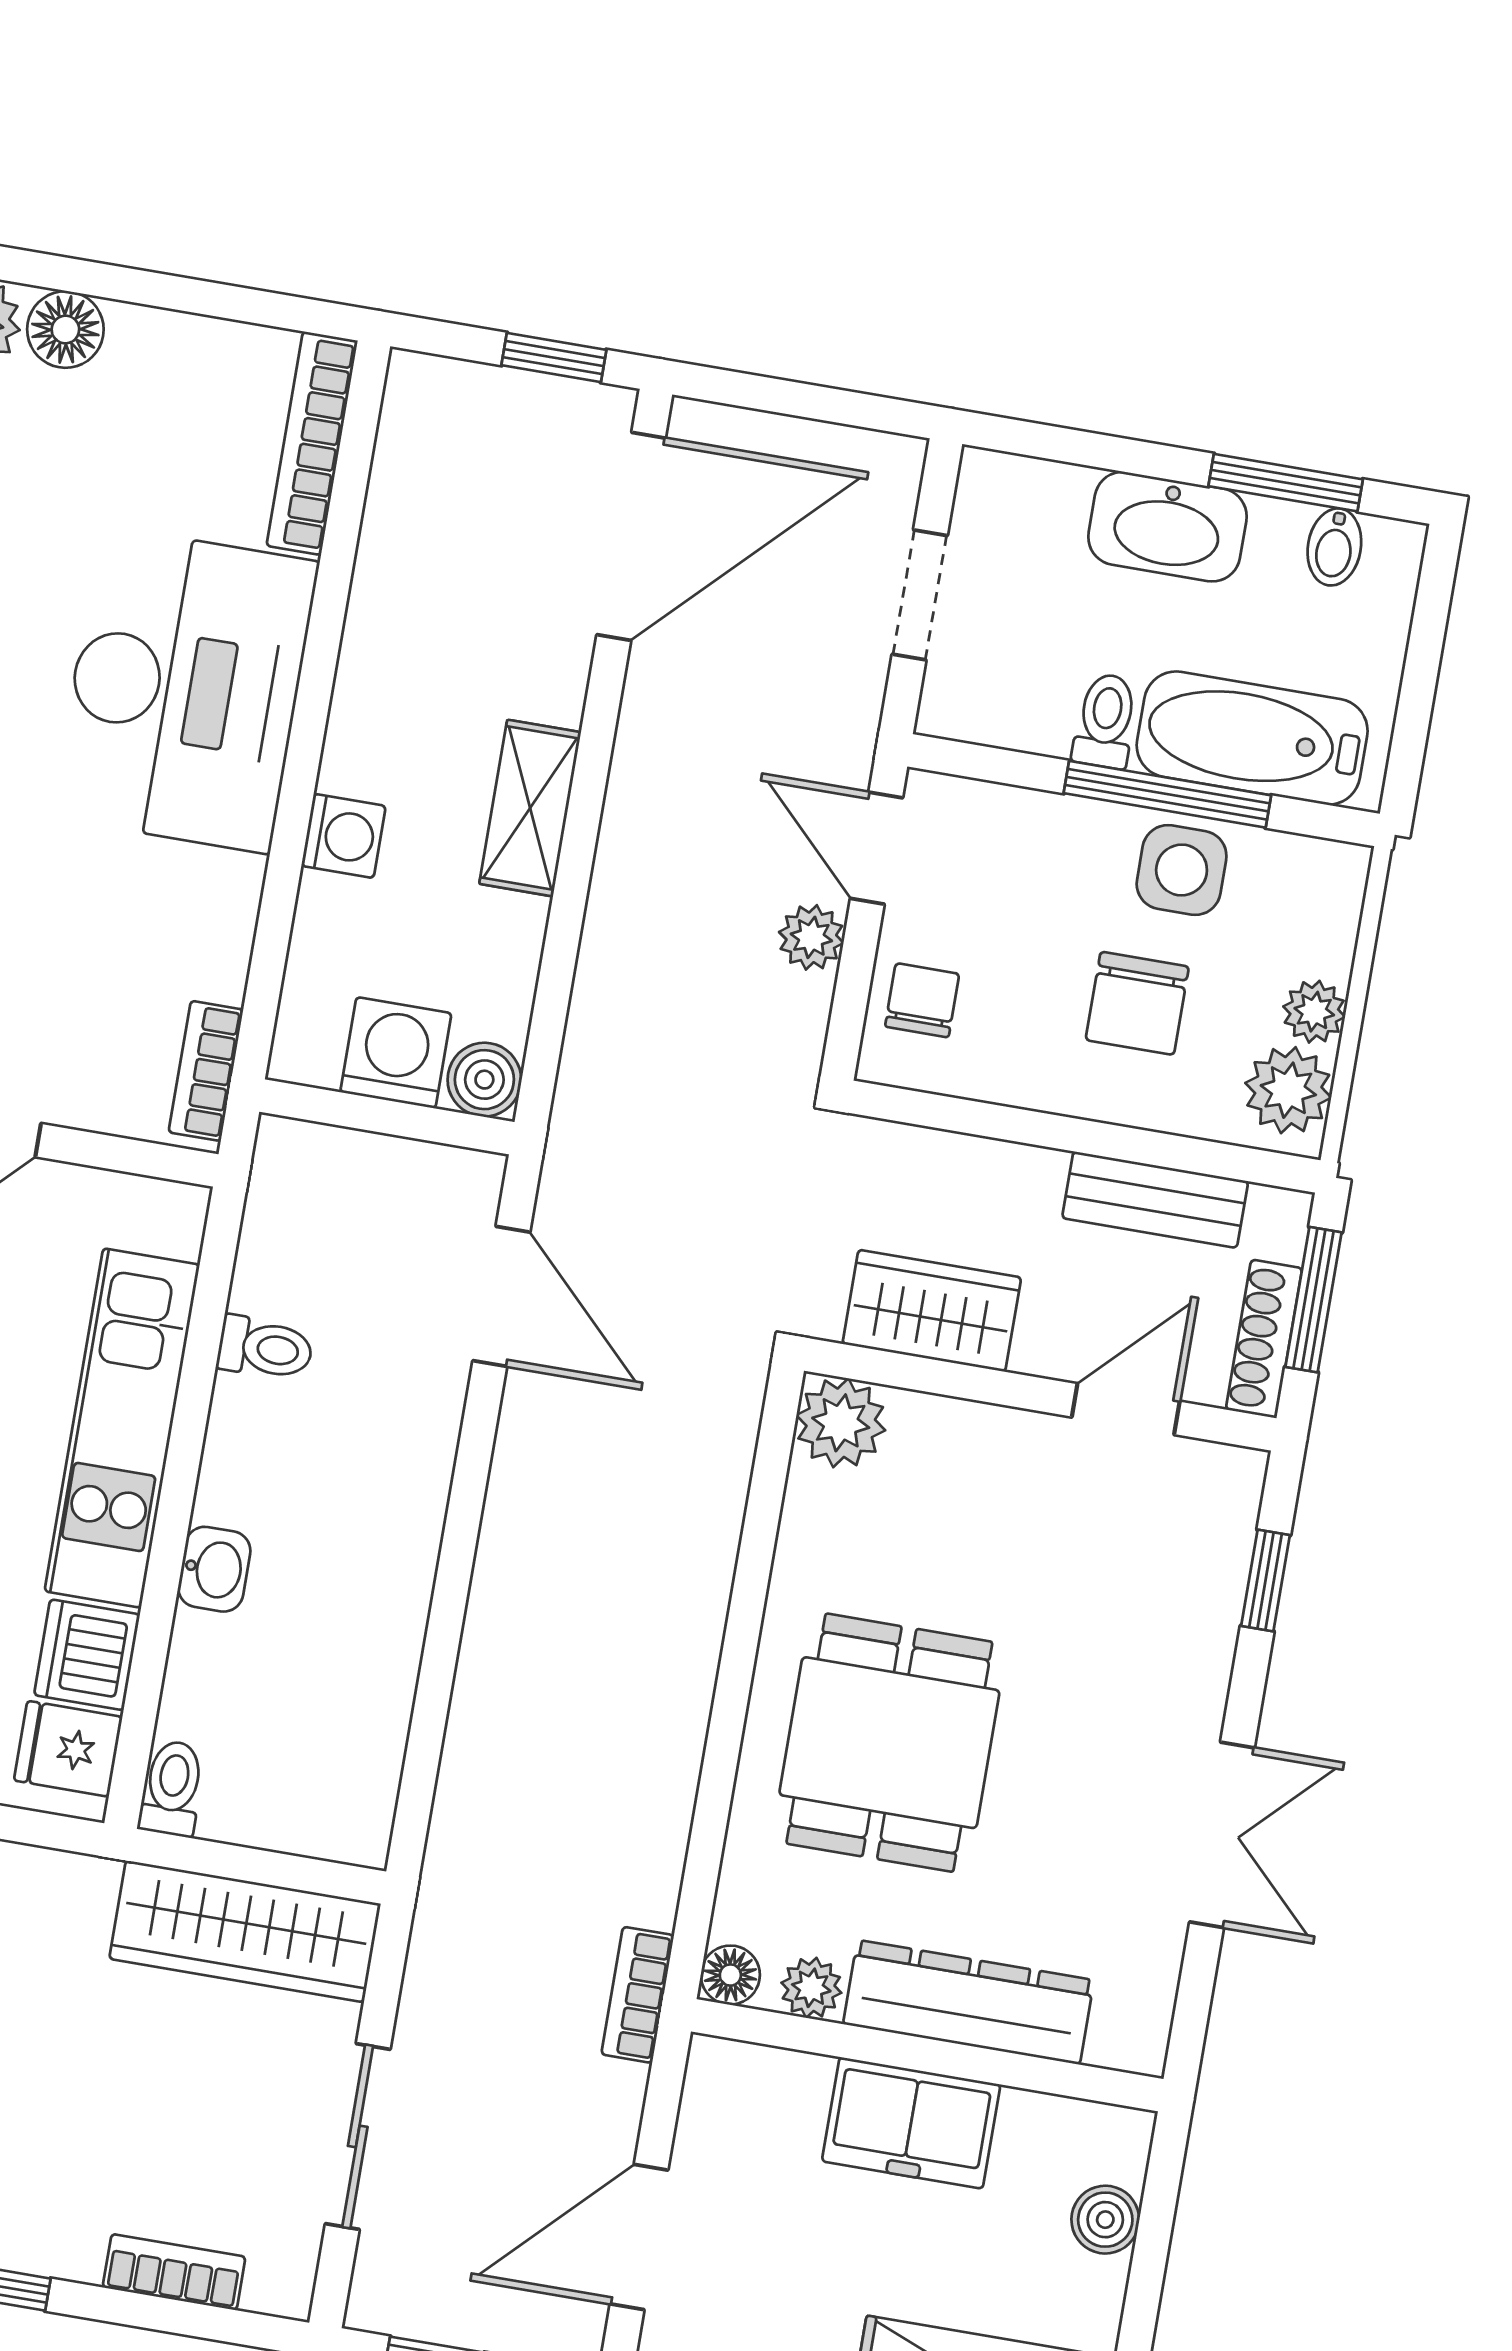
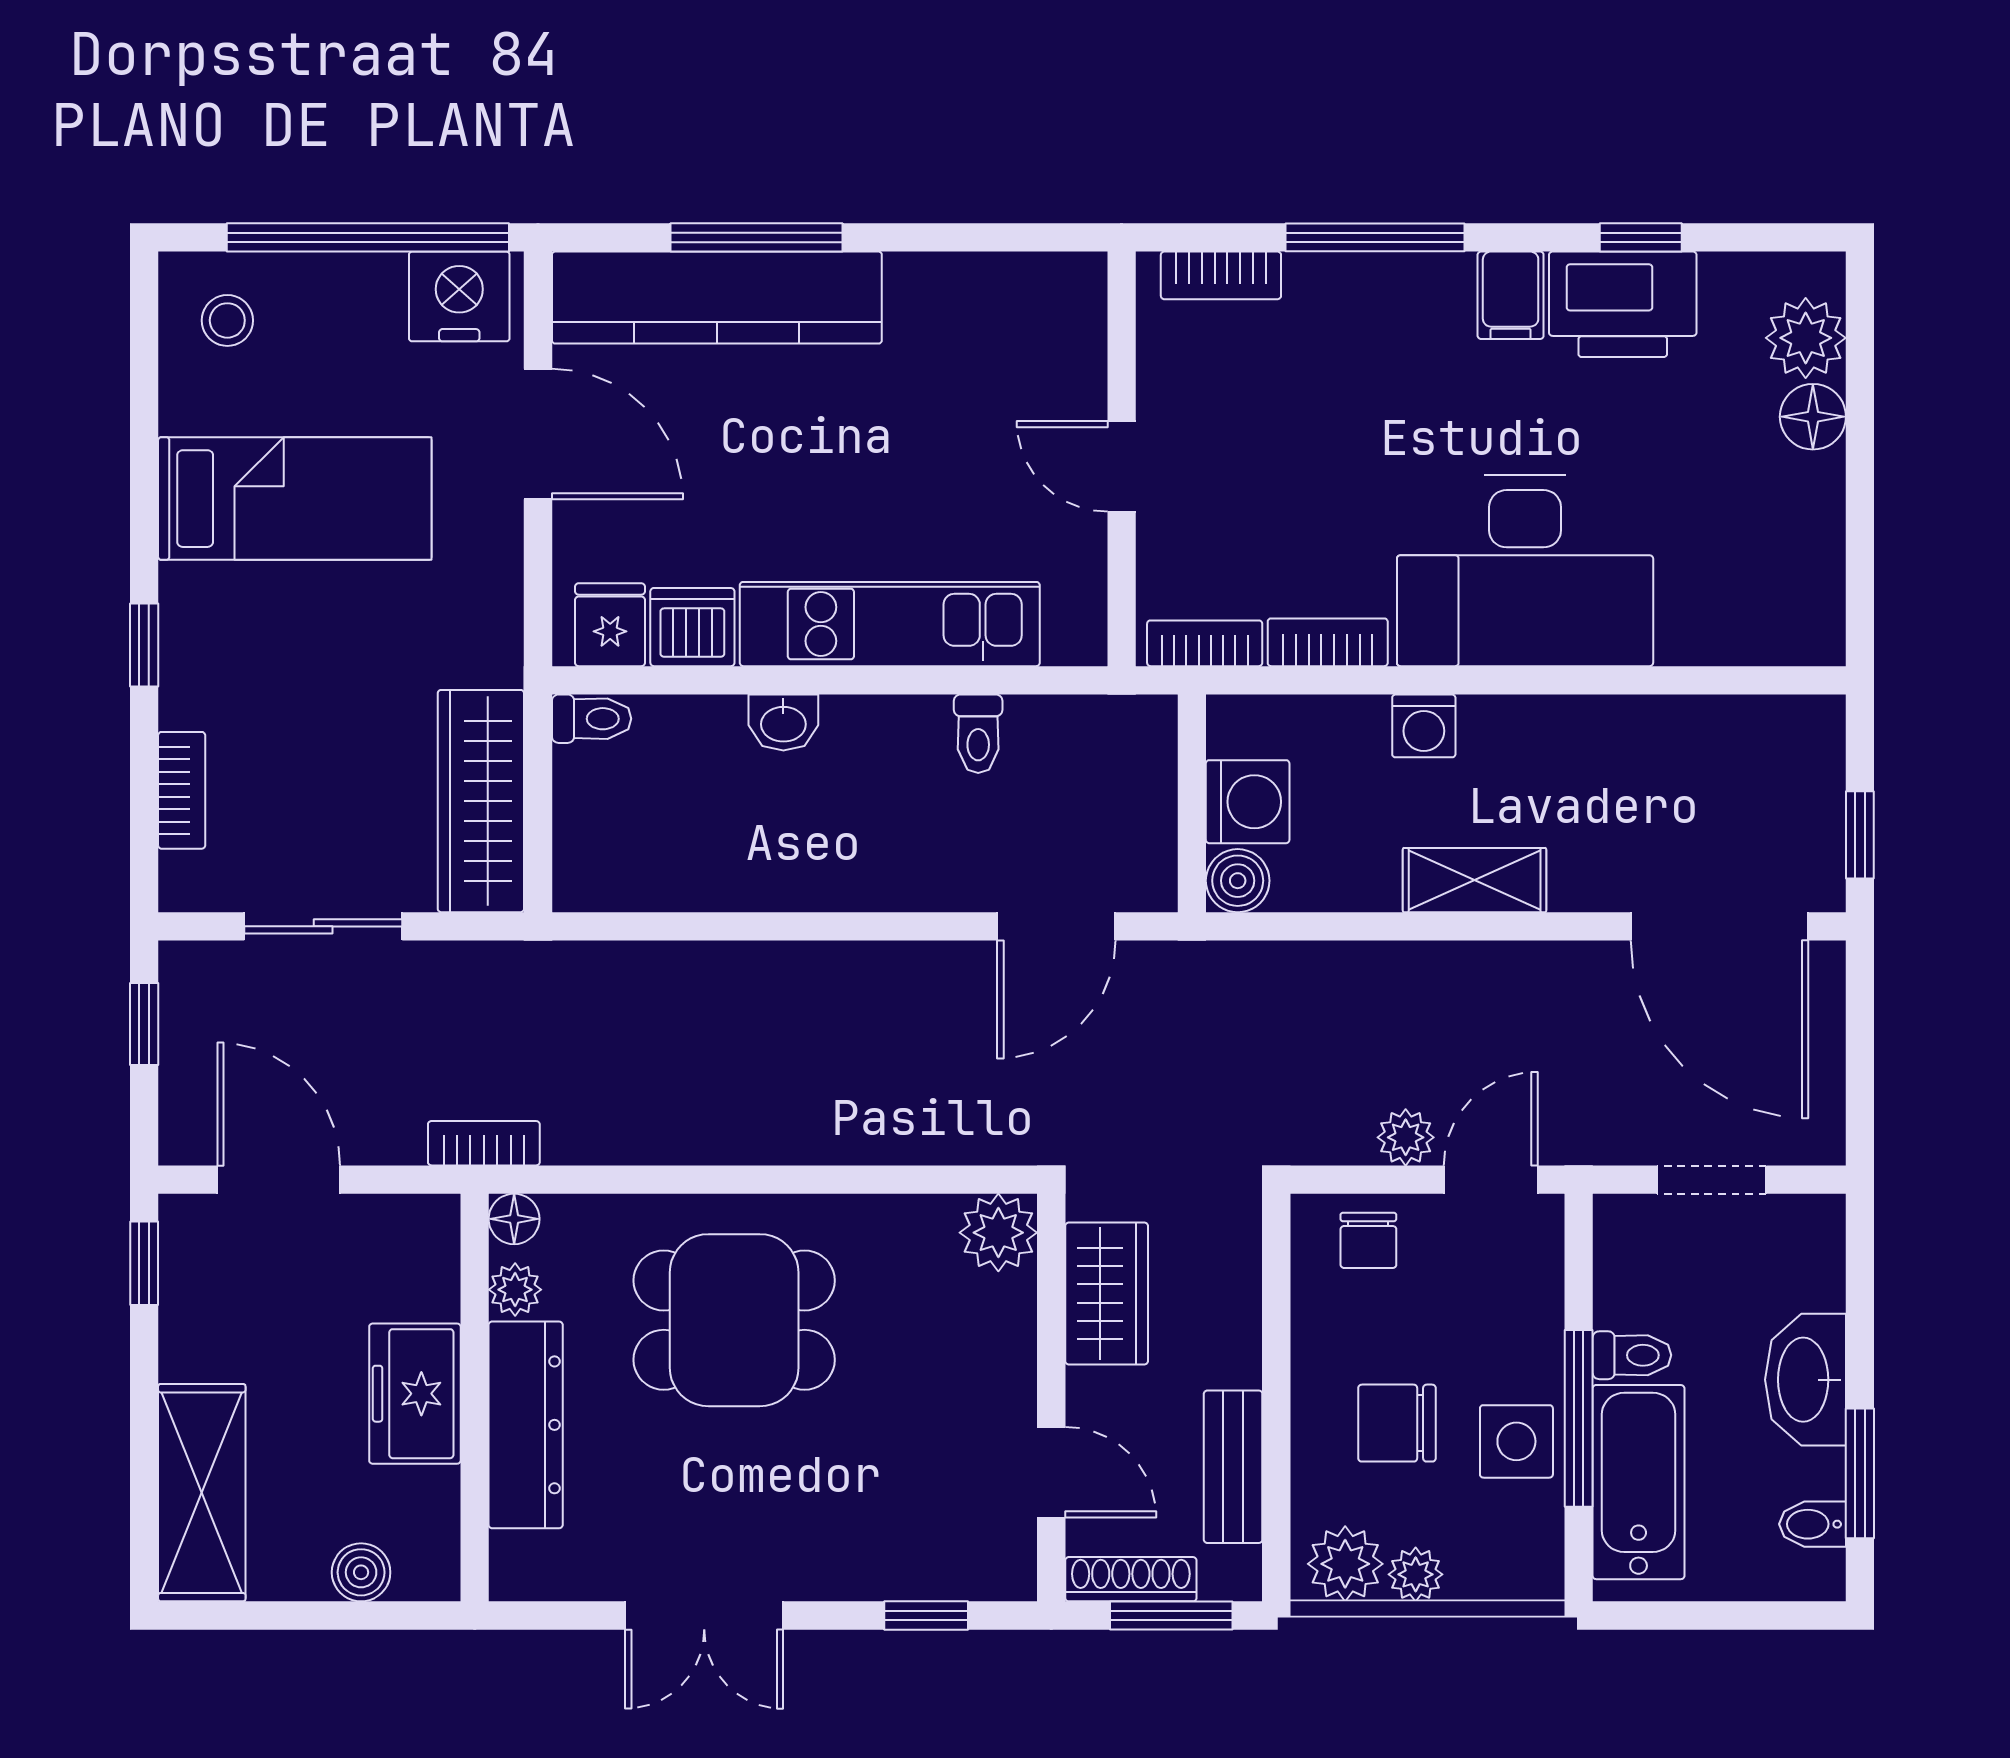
bookcase: (312, 443) -> (1328, 642), moved, width x0.64
chair: (922, 1000) -> (1368, 1240), turned 90

